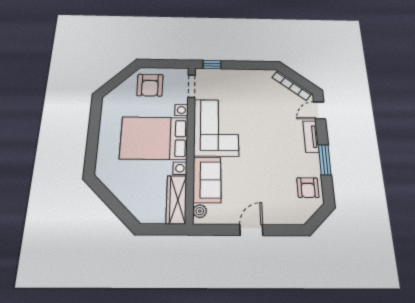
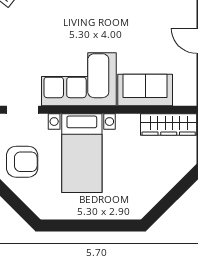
bed with nightstands: (154, 138) -> (82, 153), width x0.73
plant: (200, 211) -> (182, 98), removed

